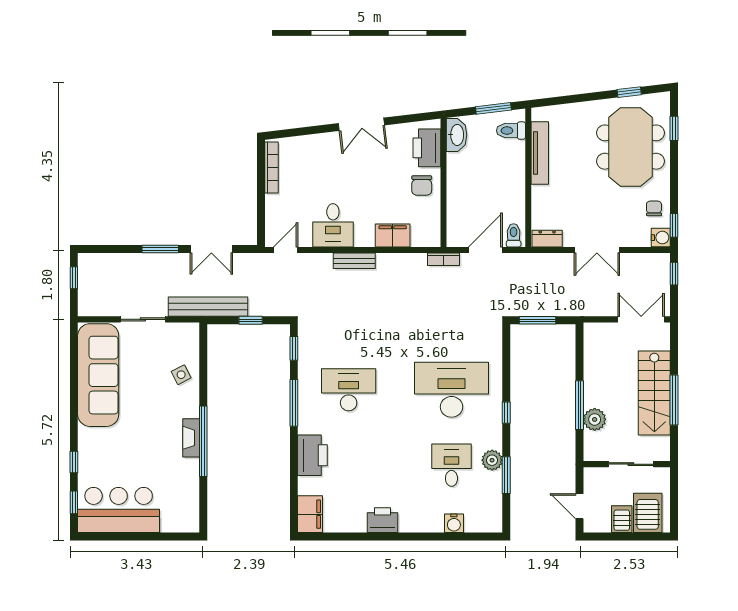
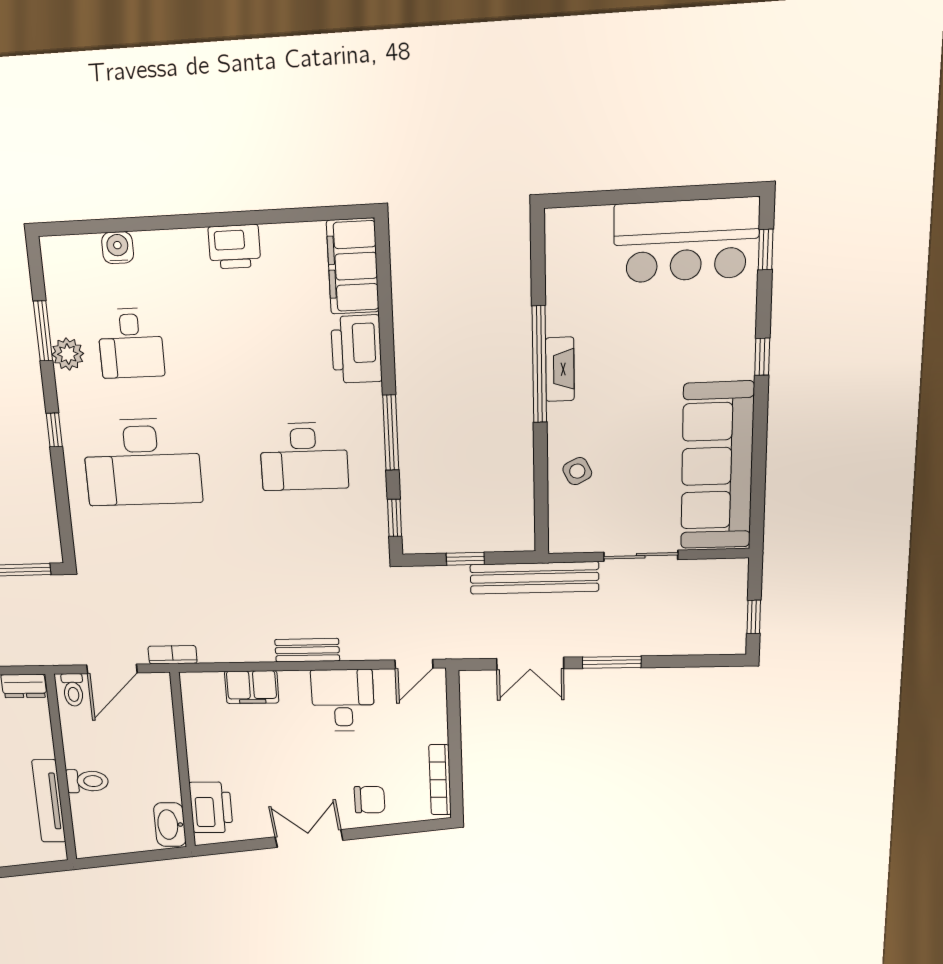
window: (493, 108) -> (121, 859), removed
toilet: (511, 131) -> (87, 781), moved
chair: (422, 185) -> (370, 800), moved, turned 90
double door: (211, 249) -> (530, 664), swing flipped
window: (74, 462) -> (762, 357), moved
filing cabinet: (310, 514) -> (353, 266), width x1.50, depth x1.17

